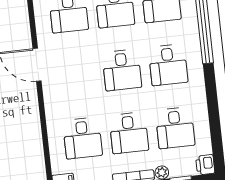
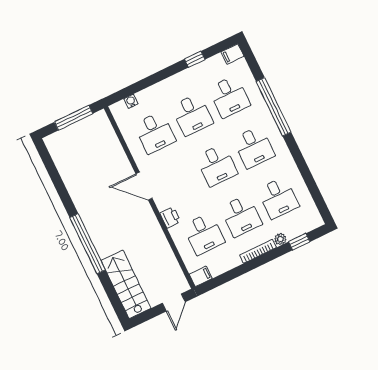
printer: (205, 165) -> (170, 217), moved, turned 180

